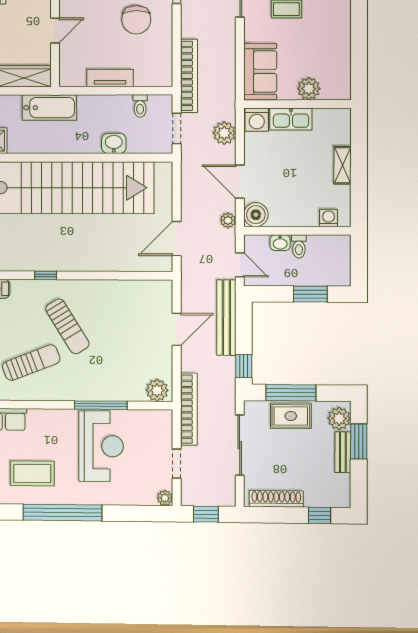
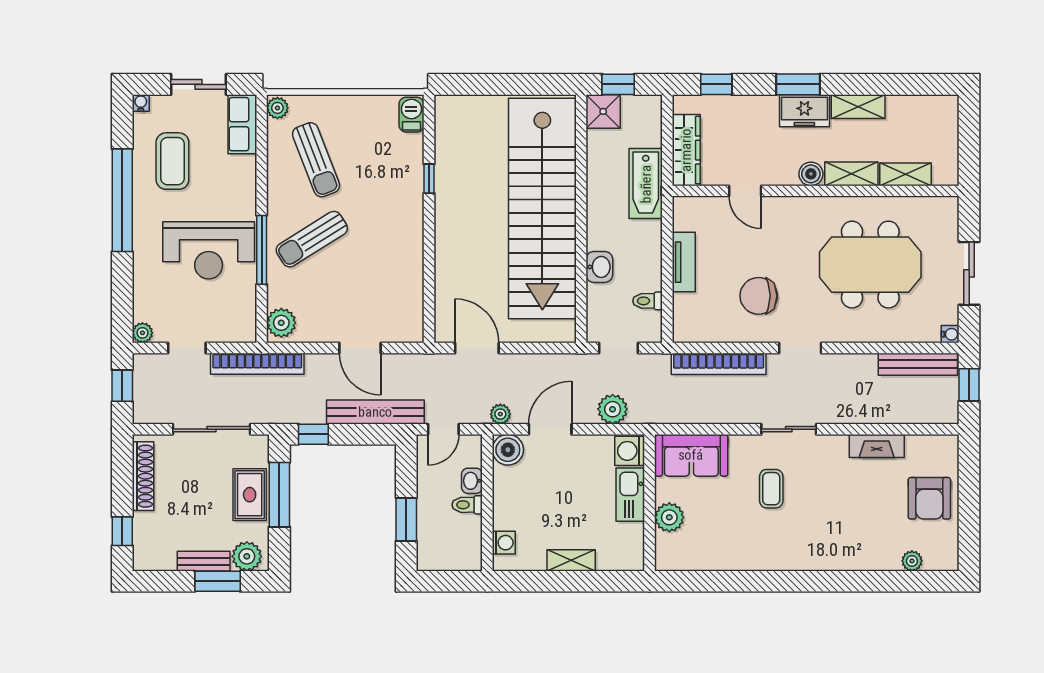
bookcase: (189, 76) -> (719, 364), moved
sun lounger: (67, 326) -> (312, 239), moved

